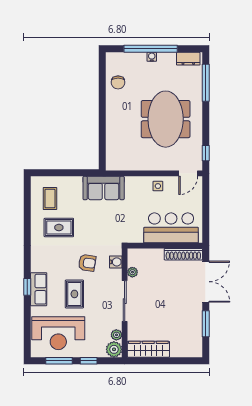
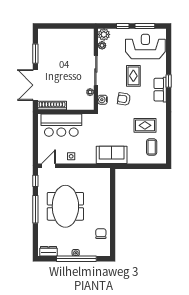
window: (206, 83) -> (35, 209), moved
row of seats: (39, 289) -> (160, 90), moved
wardrobe: (148, 349) -> (78, 35), removed

